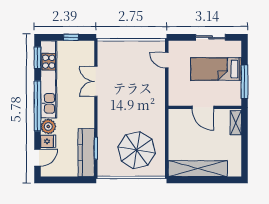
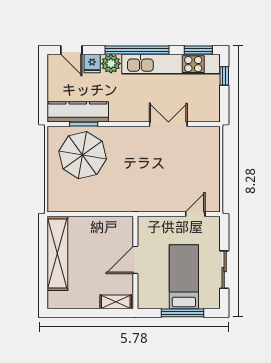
window: (71, 37) -> (224, 76), moved
window: (245, 82) -> (183, 313), moved
parasol: (137, 150) -> (83, 155), moved

